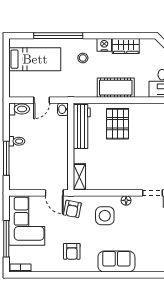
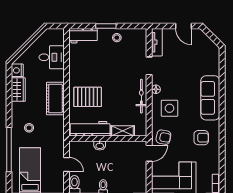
nightstand: (104, 45) -> (17, 70), moved
washbasin: (63, 109) -> (100, 146), moved
shelving: (79, 177) -> (123, 131), moved
bicycle: (118, 184) -> (141, 96), added
sofa: (116, 262) -> (210, 98), width x1.36

